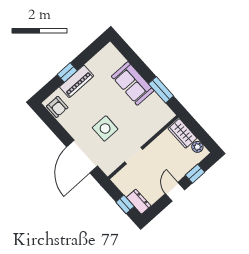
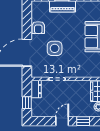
armchair: (57, 107) -> (38, 28), moved
dresser: (139, 202) -> (36, 89), moved

